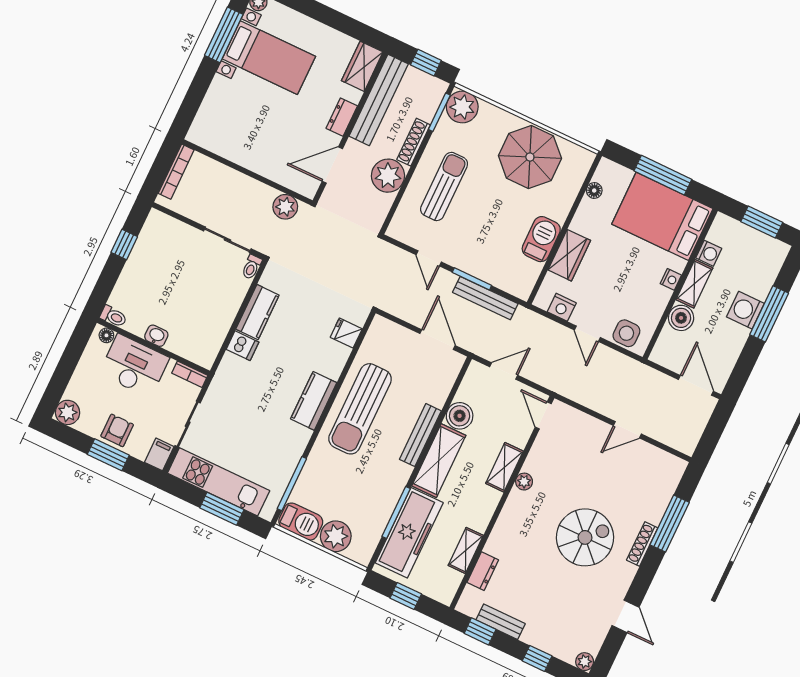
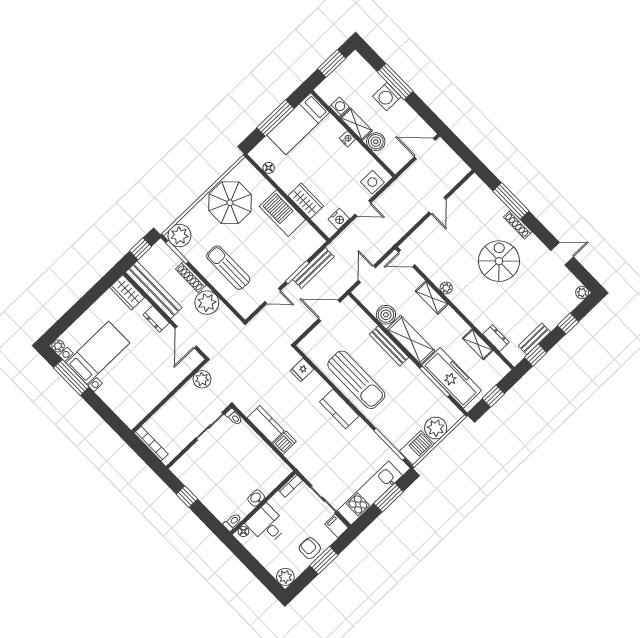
bed: (662, 216) -> (298, 124), width x0.67
barbecue: (541, 239) -> (282, 213), width x1.37, depth x1.21
desk: (134, 366) -> (267, 524), width x0.73

